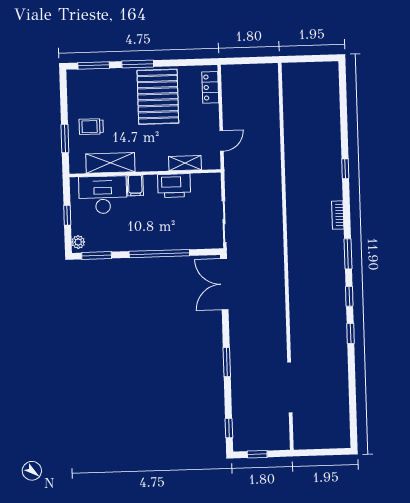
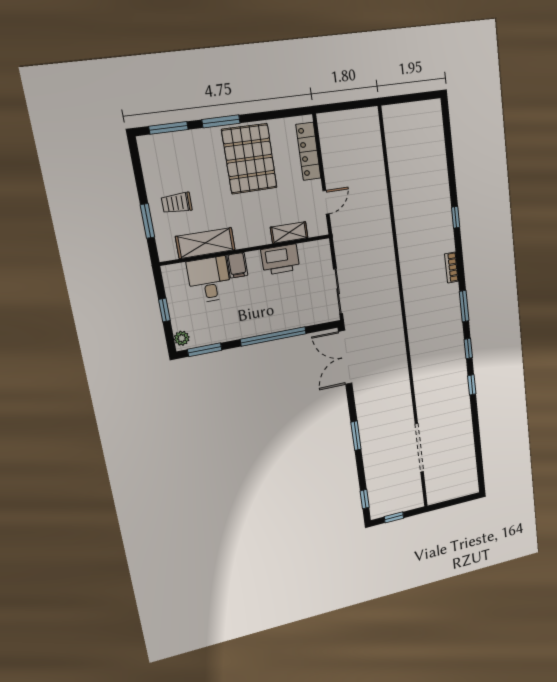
locker: (210, 87) -> (308, 151), width x1.53
desk: (103, 195) -> (209, 280), width x0.73

